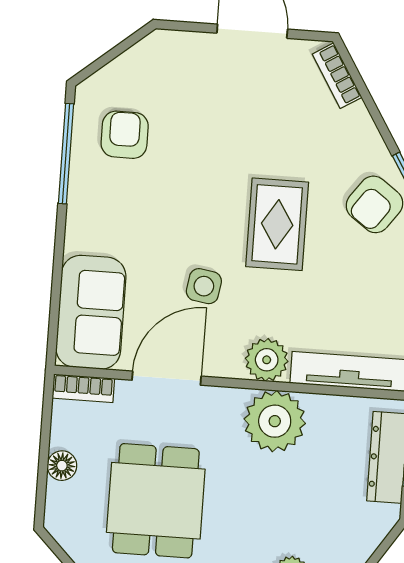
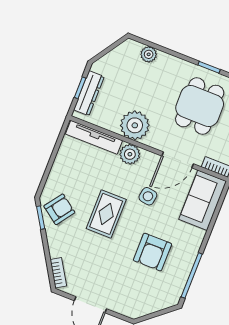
armchair: (125, 135) -> (153, 252), moved, width x1.38, depth x1.38

